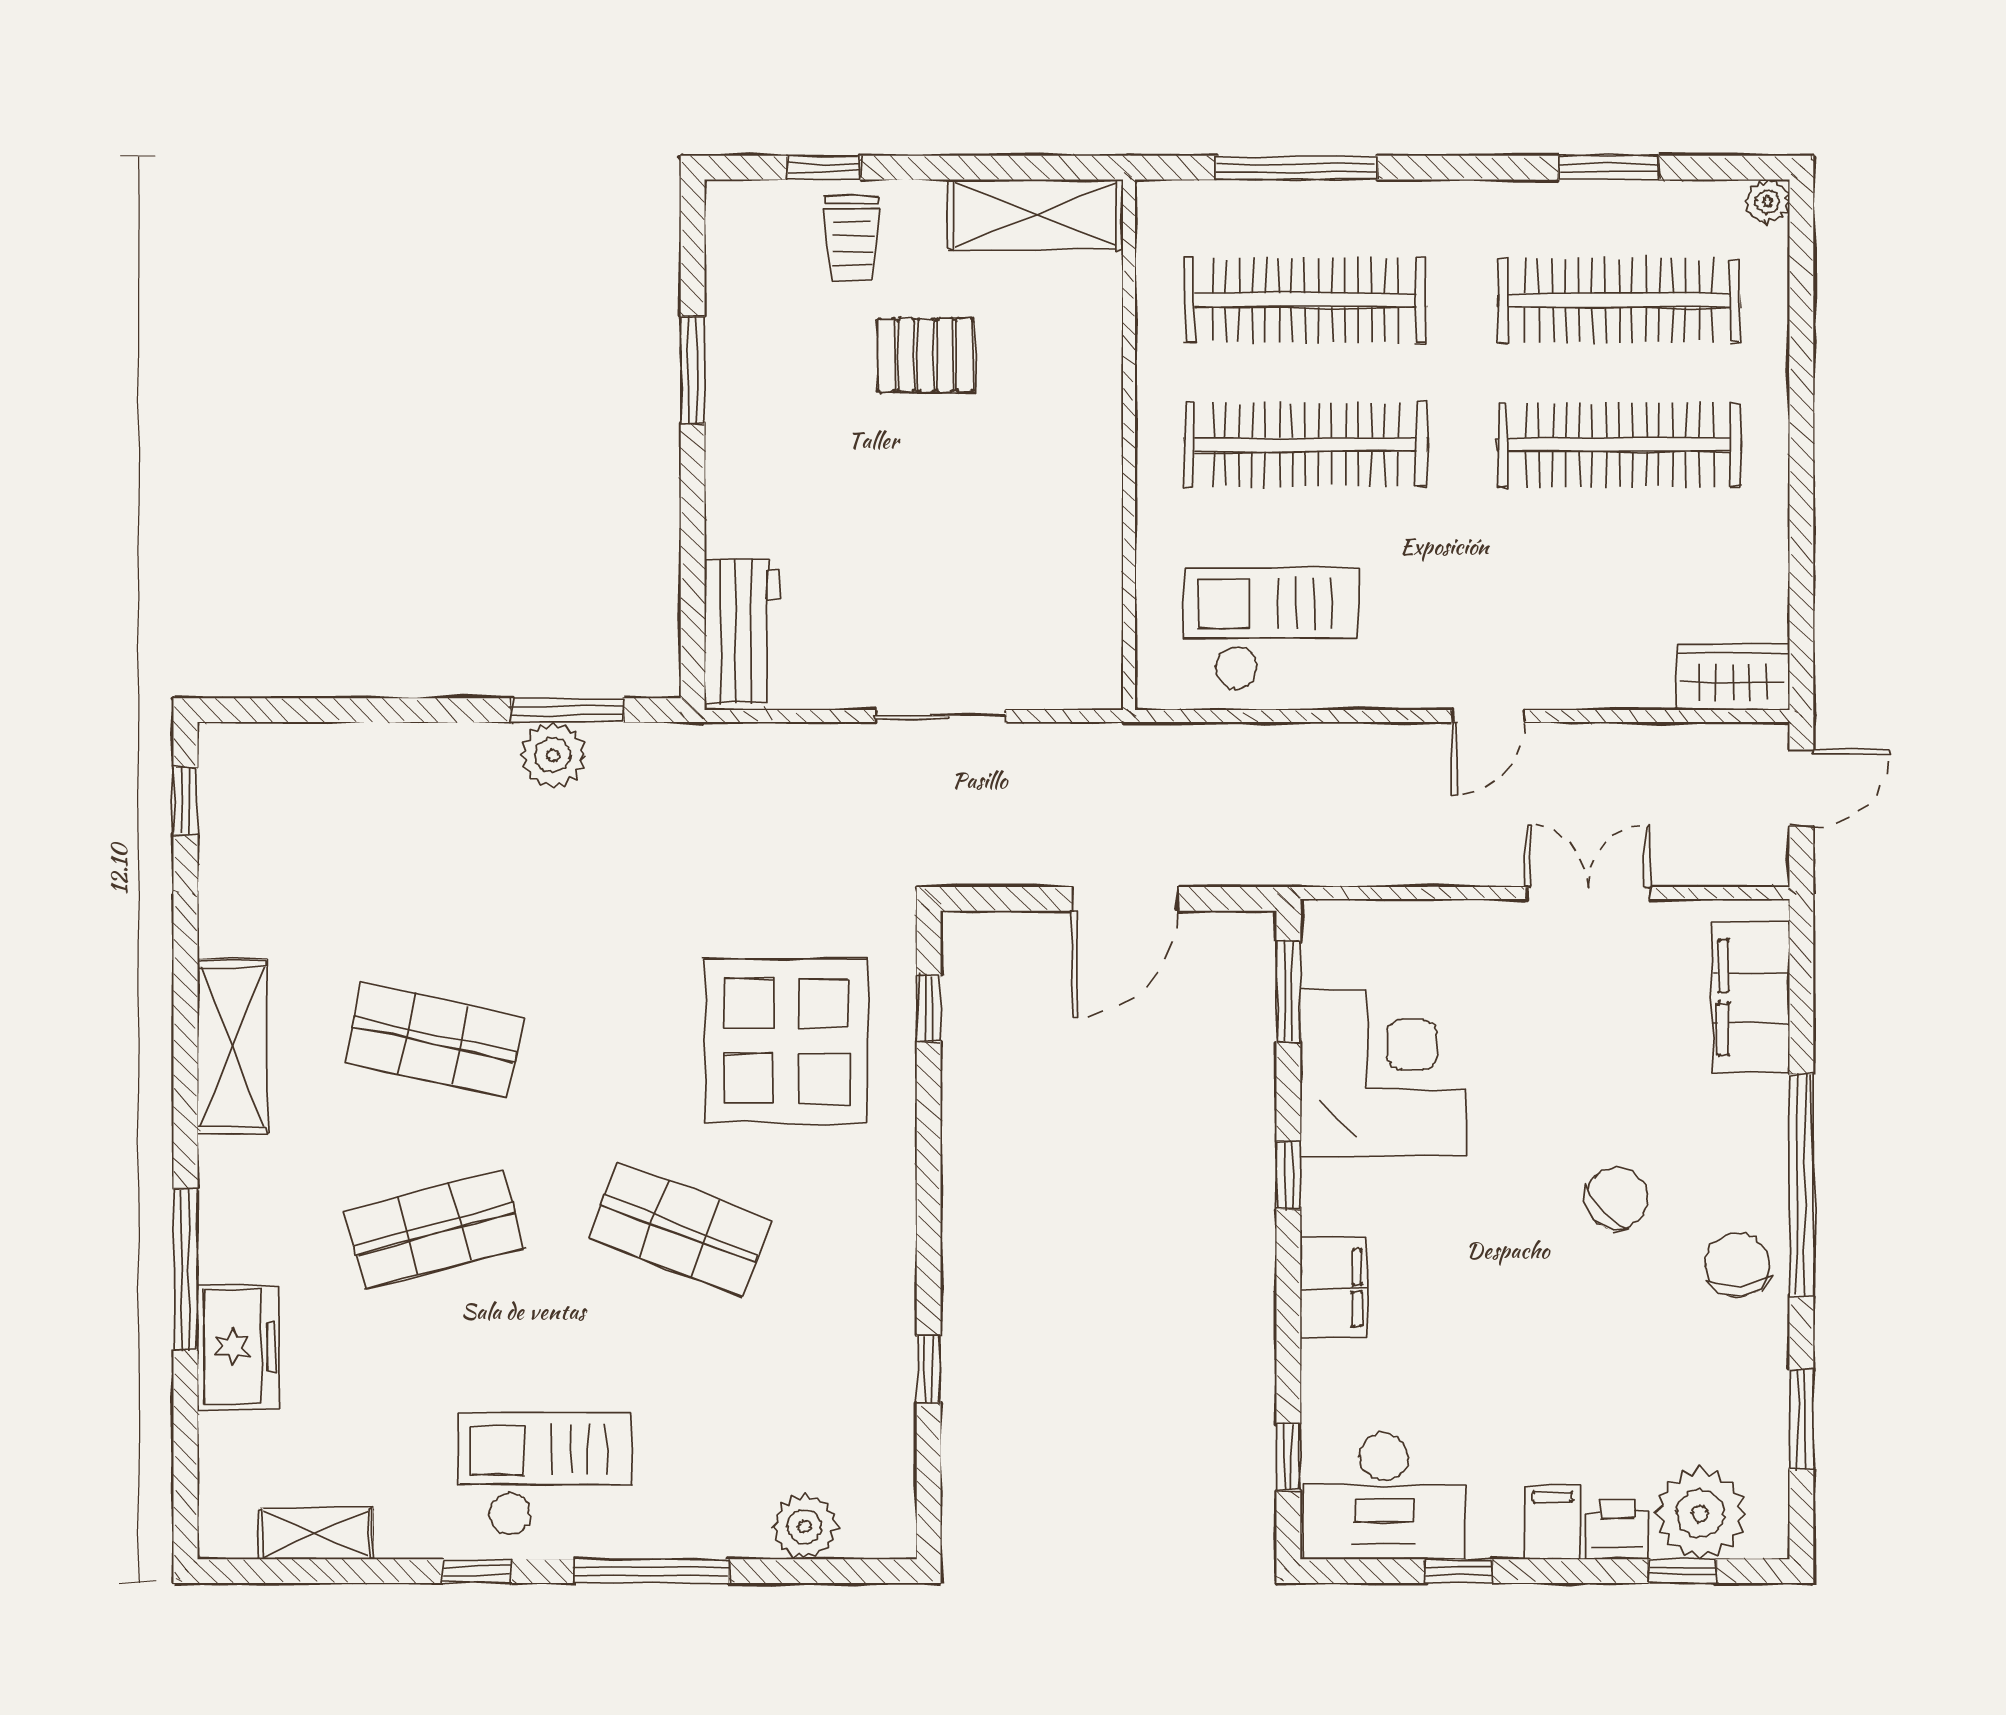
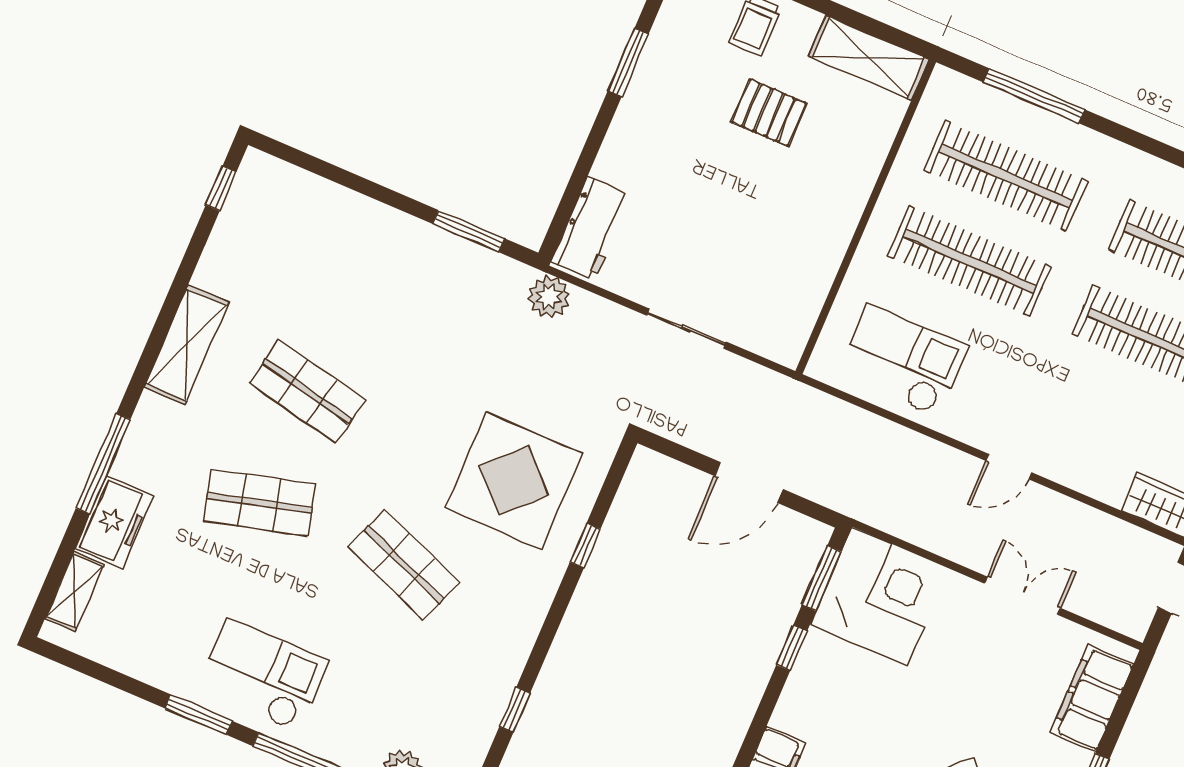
plant: (553, 755) -> (549, 297), moved
window: (929, 1008) -> (585, 546), moved
corner desk: (1383, 1073) -> (880, 597), moved
window: (1288, 1175) -> (792, 648), moved
shelving: (316, 1534) -> (74, 591), moved, turned 90
window: (477, 1571) -> (198, 715), width x1.50

